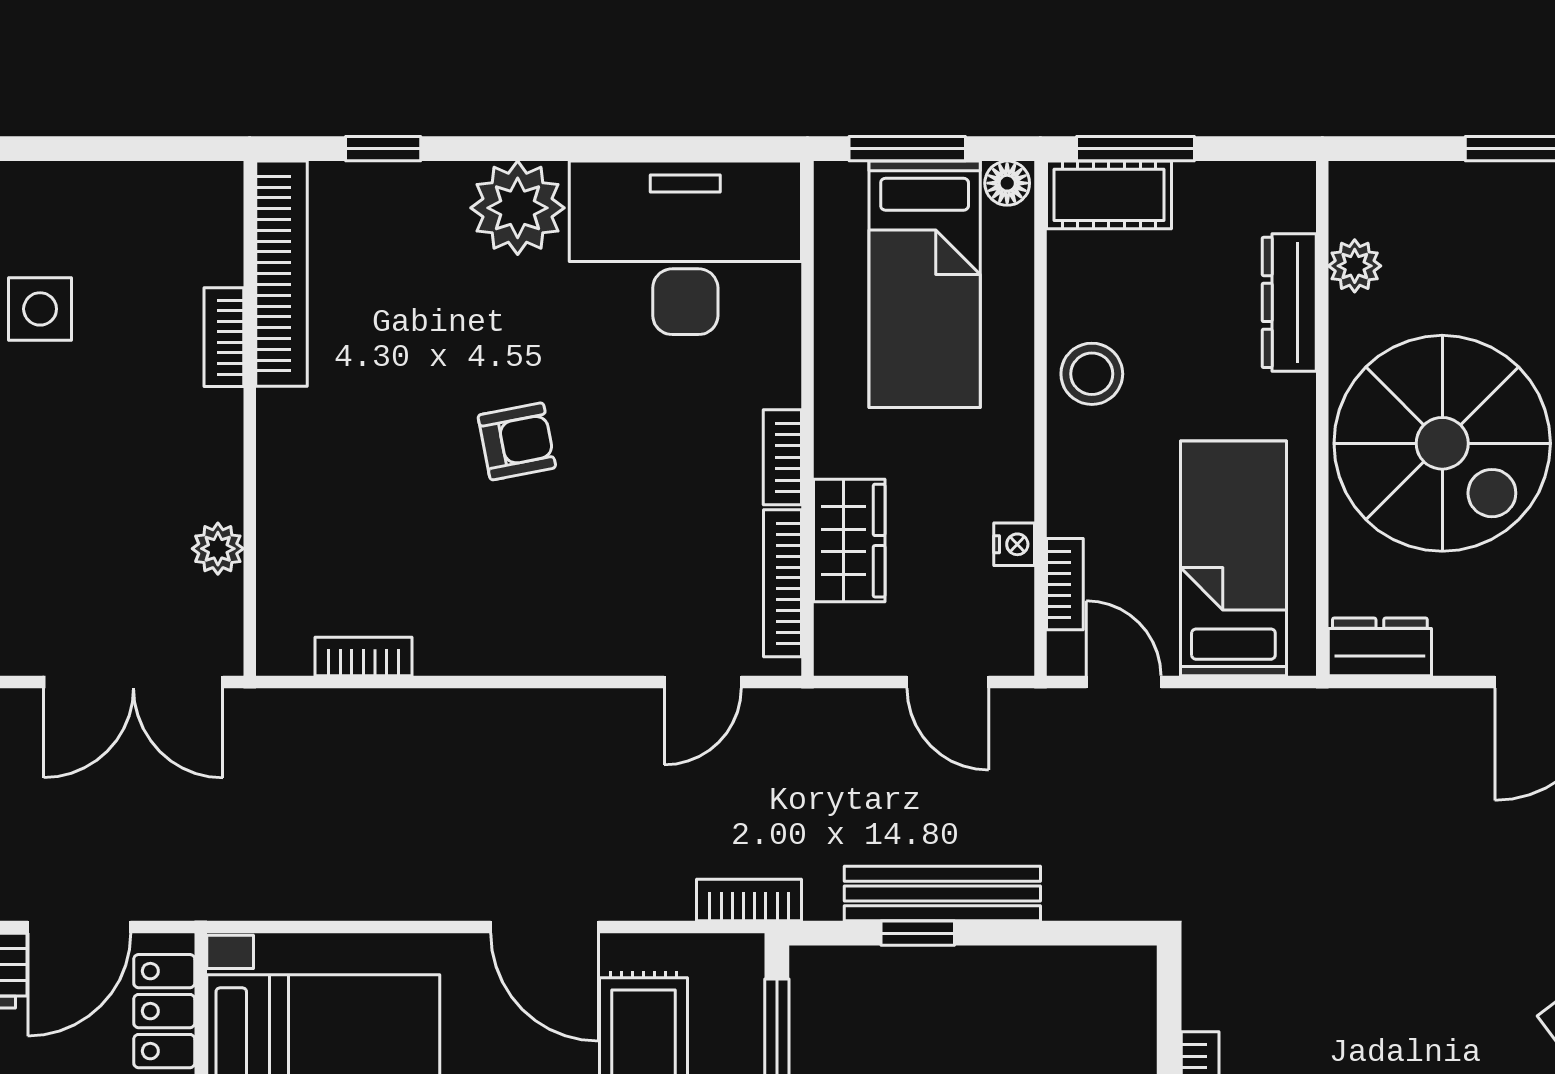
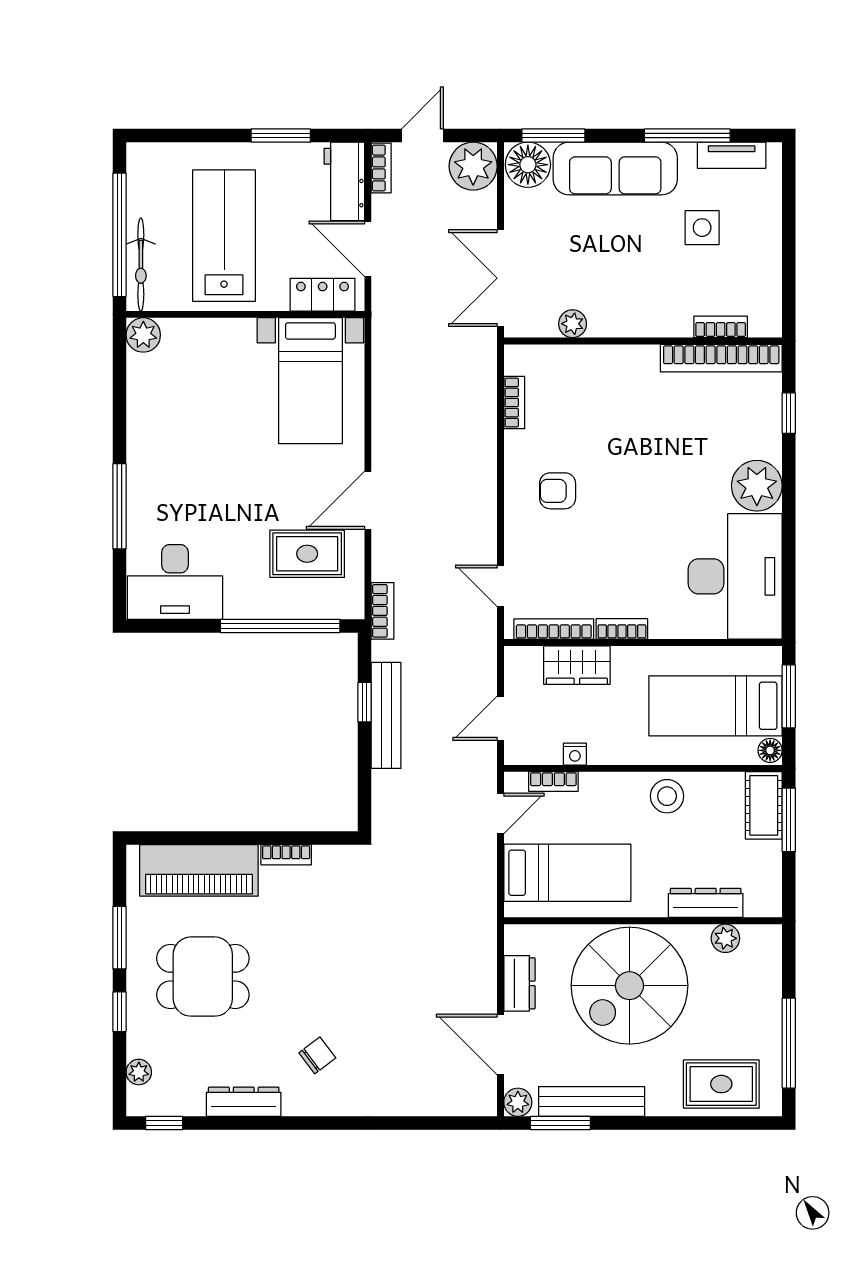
bookcase: (224, 337) -> (721, 327), moved
armchair: (517, 441) -> (558, 491), moved, turned 101
dresser: (1380, 647) -> (519, 983), moved

